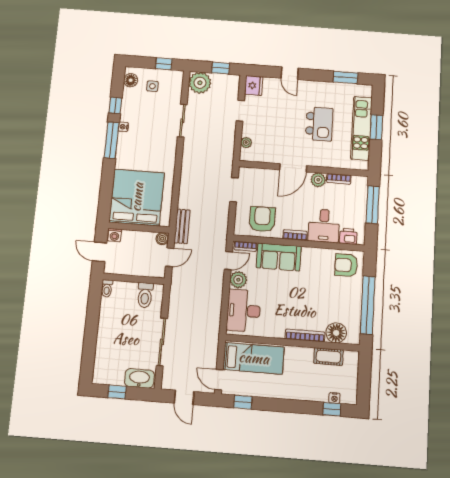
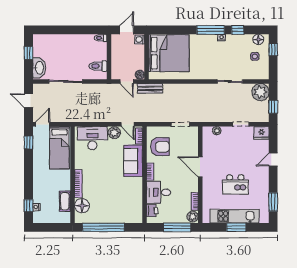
window: (164, 64) -> (273, 50), moved
plant: (318, 180) -> (193, 217), moved
armchair: (346, 265) -> (131, 210), removed
door: (184, 397) -> (29, 101), hinge flipped

